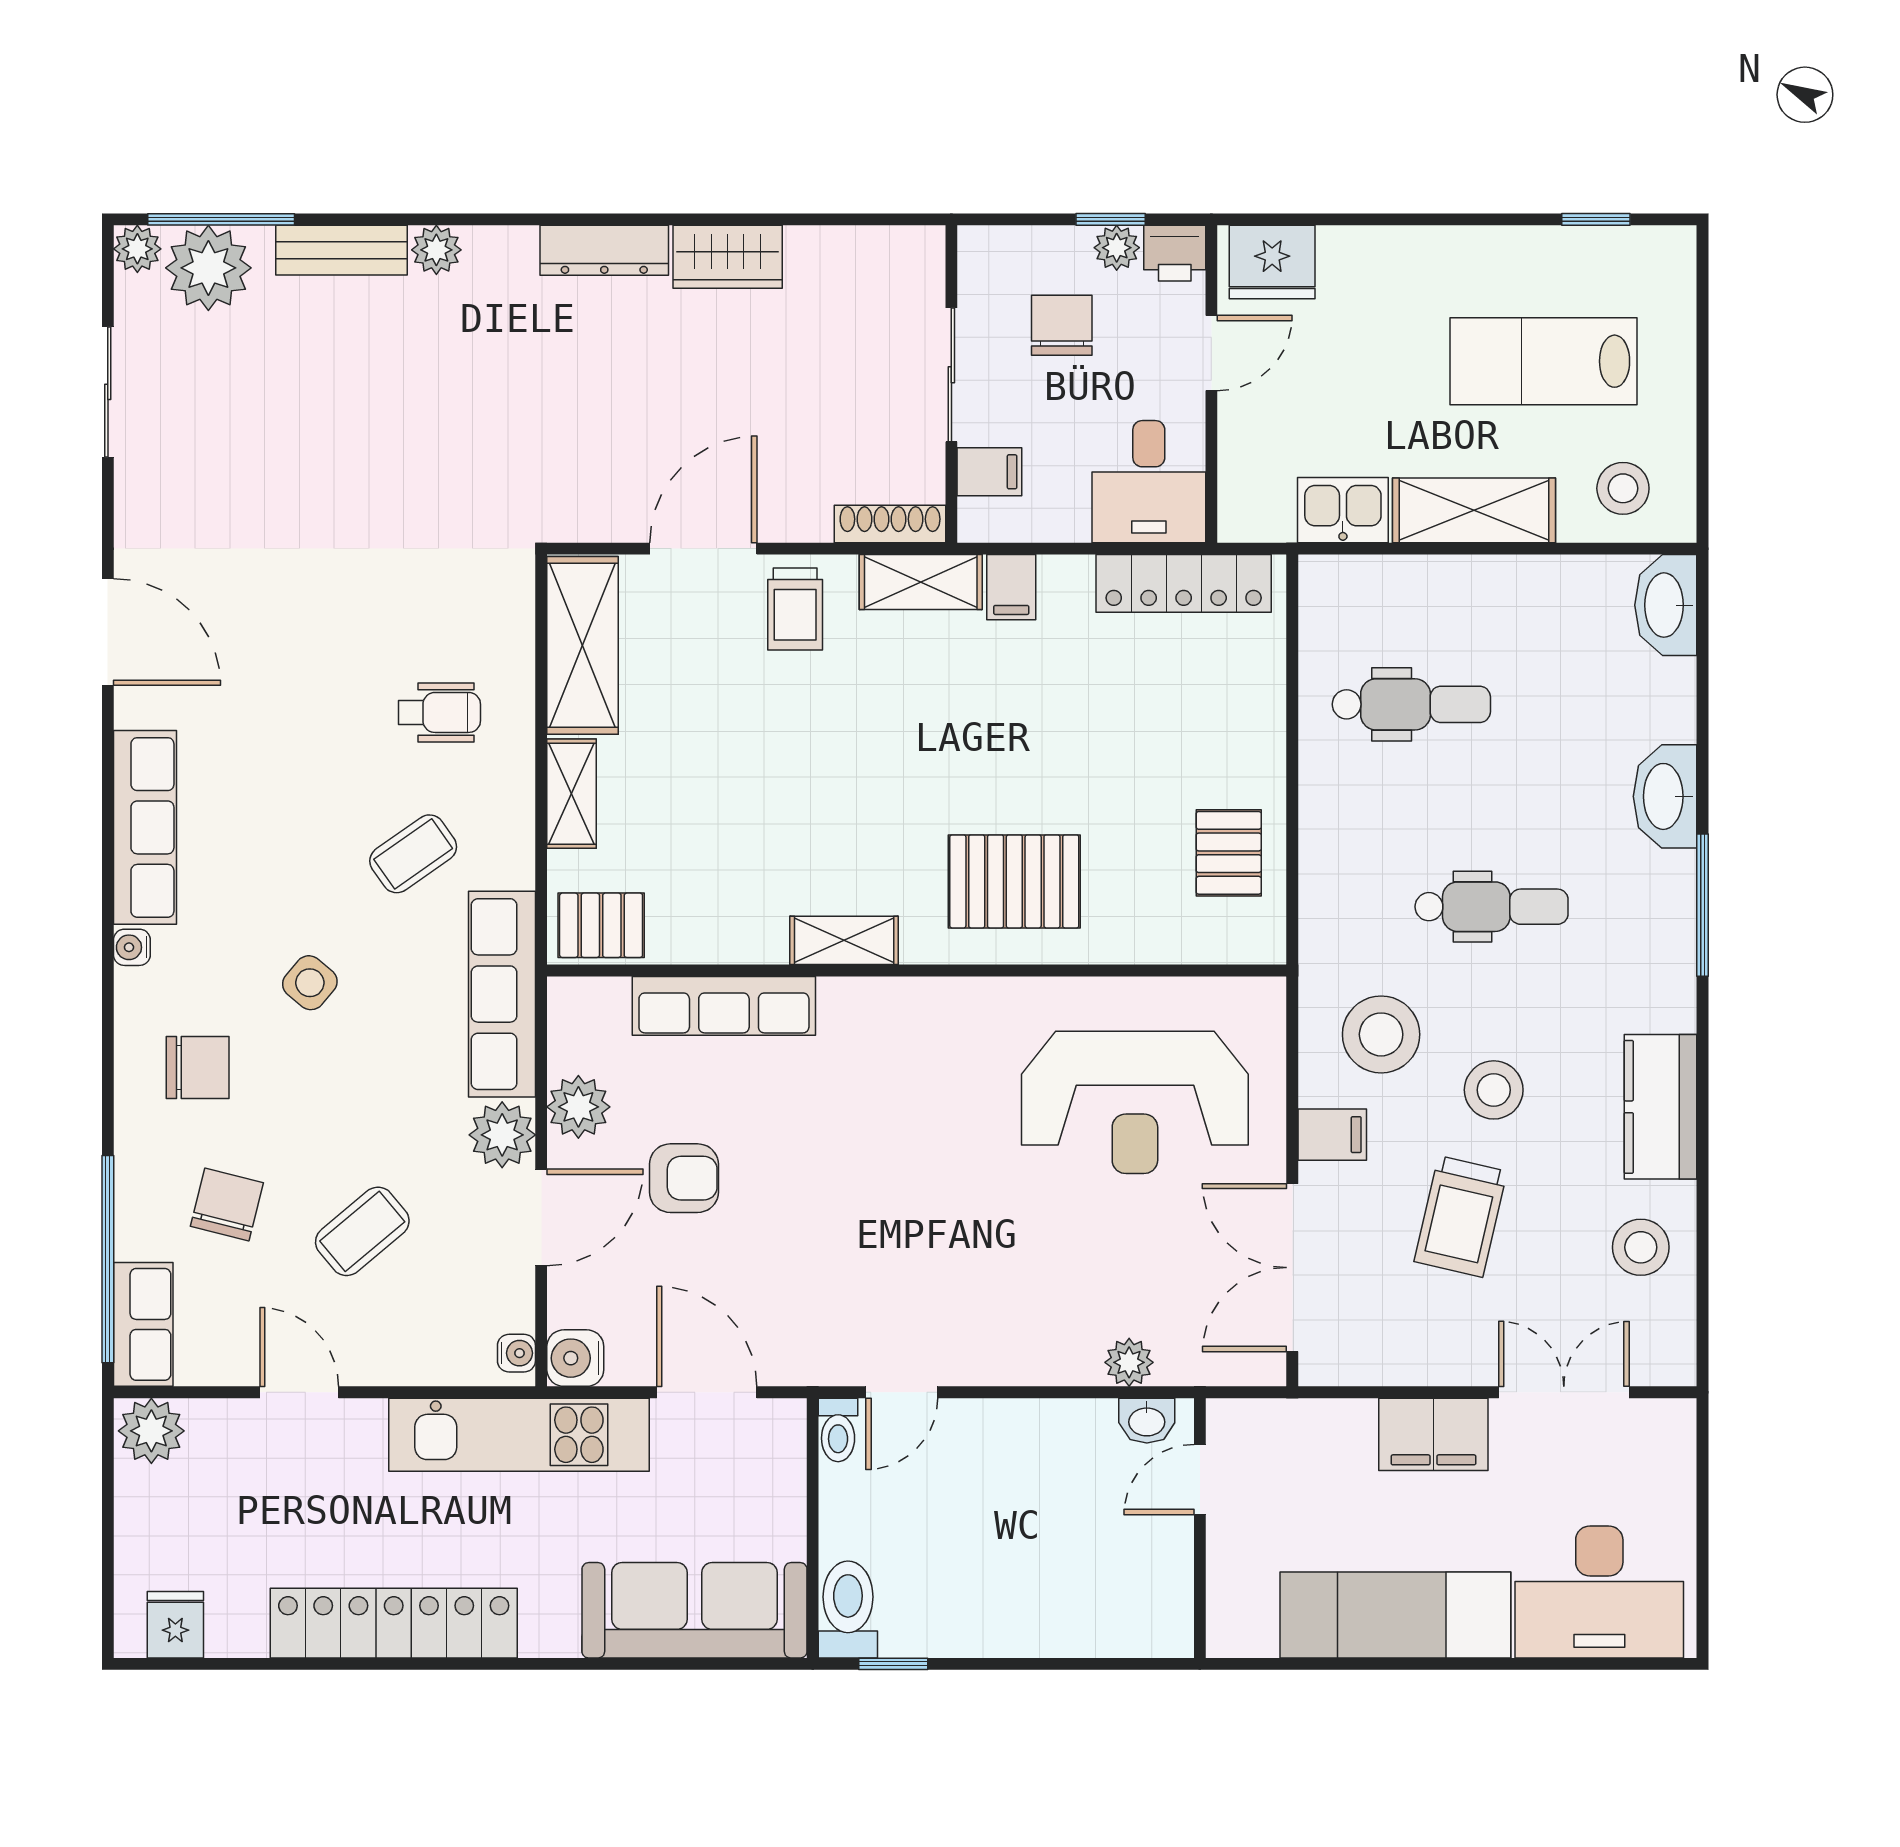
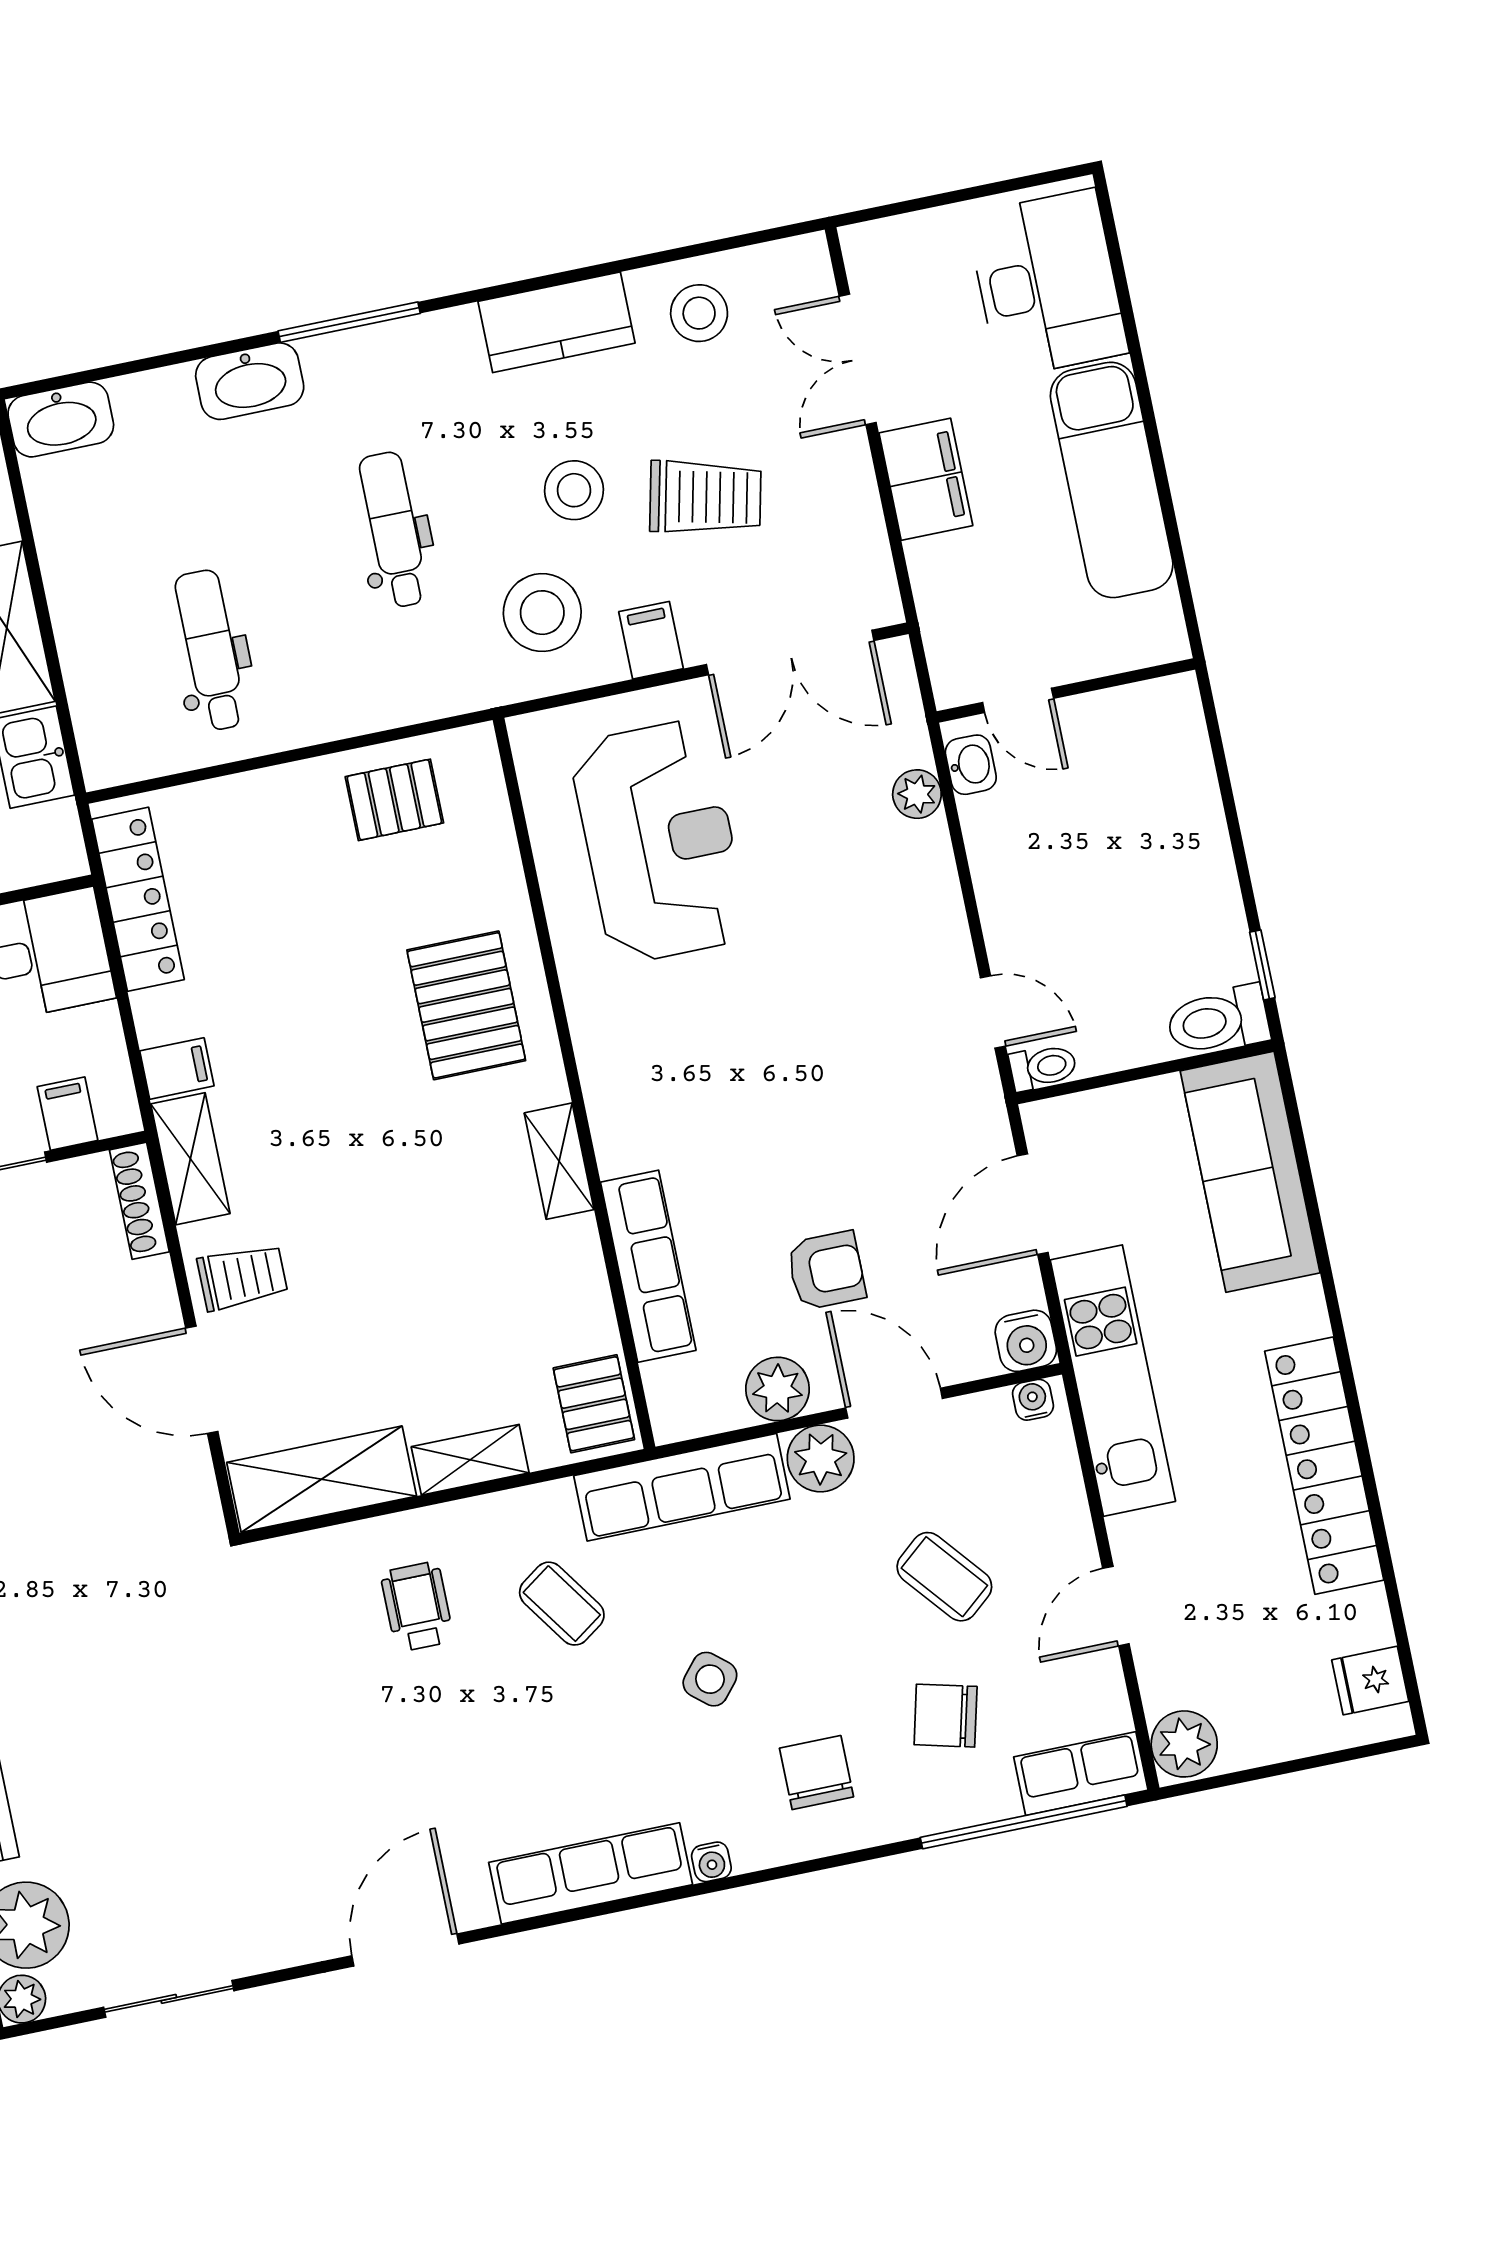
armchair: (684, 1178) -> (826, 1270), turned 90

